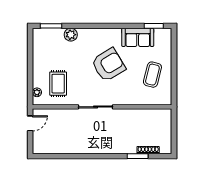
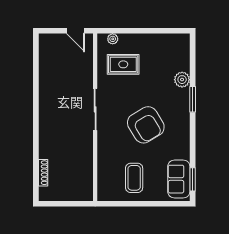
window: (51, 26) -> (193, 99), moved
sofa: (138, 37) -> (179, 179), moved
coffee table: (152, 75) -> (134, 178), turned 76
window: (138, 156) -> (36, 160), removed

